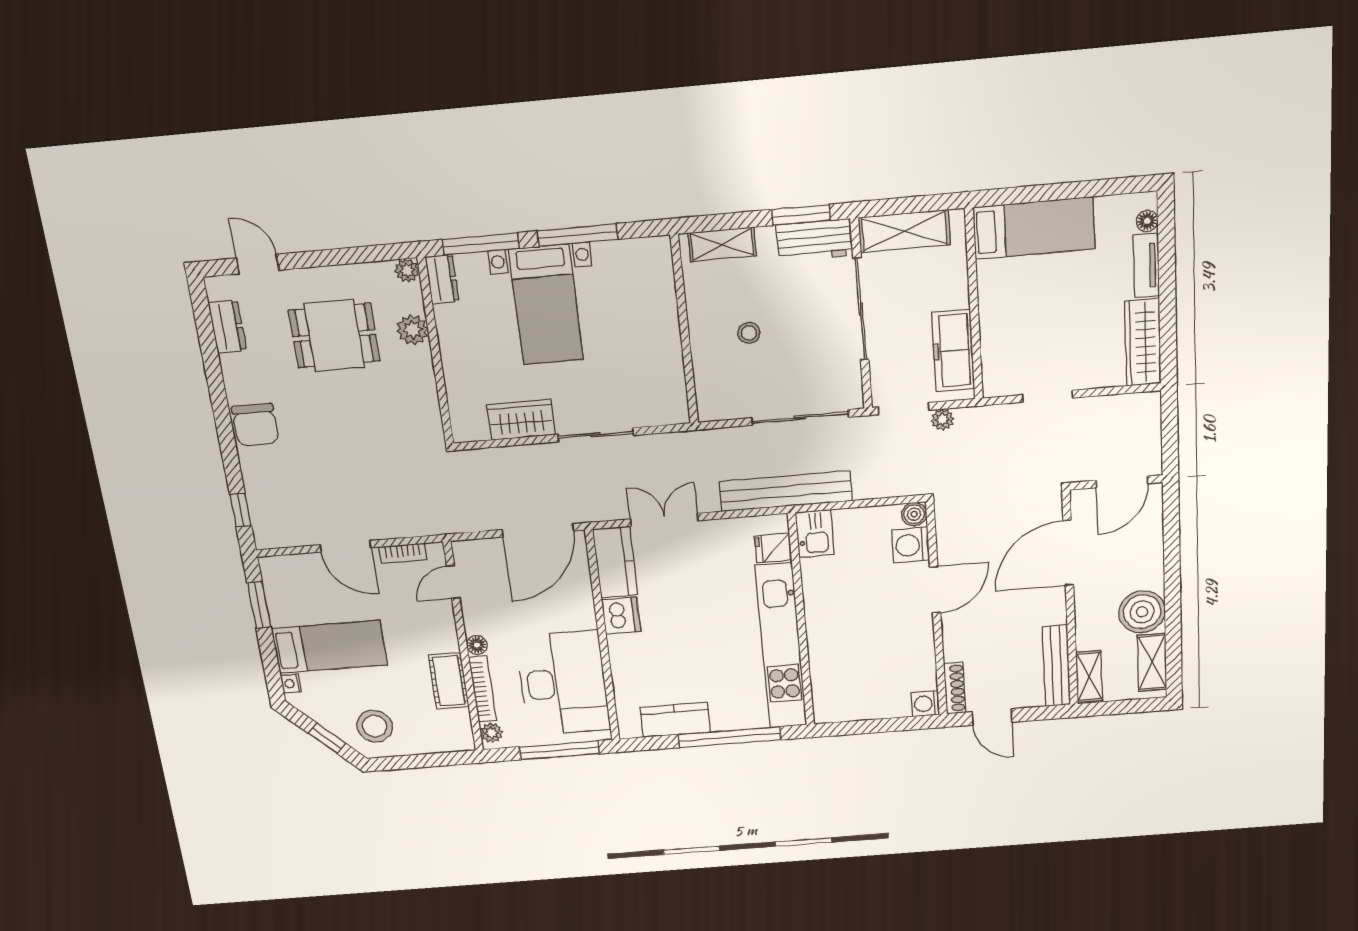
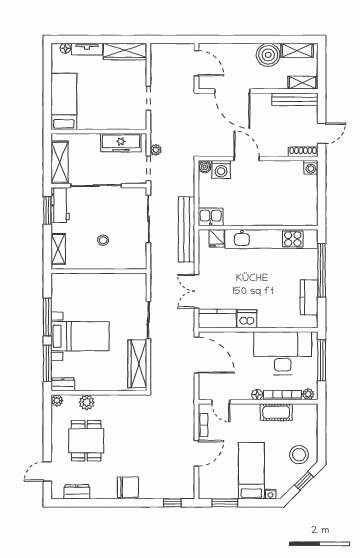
wardrobe: (521, 420) -> (137, 364), width x1.50

